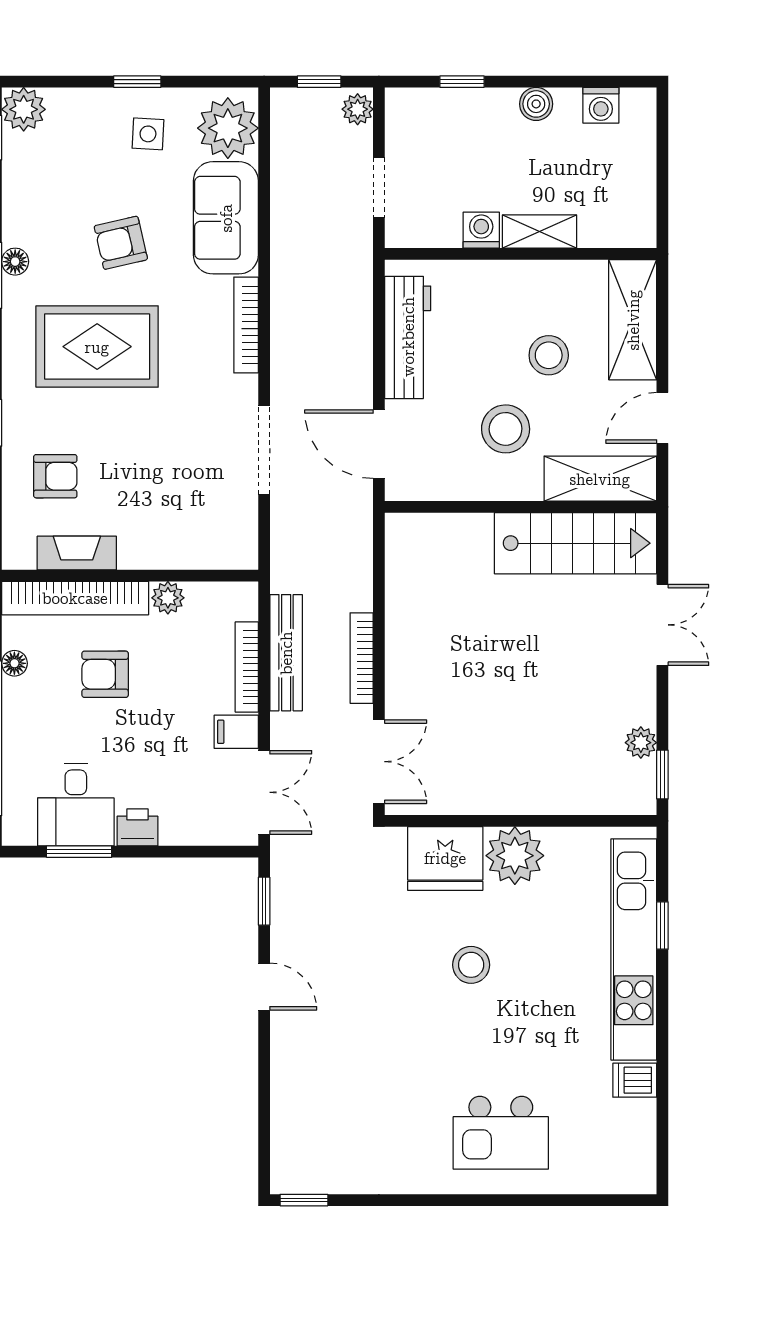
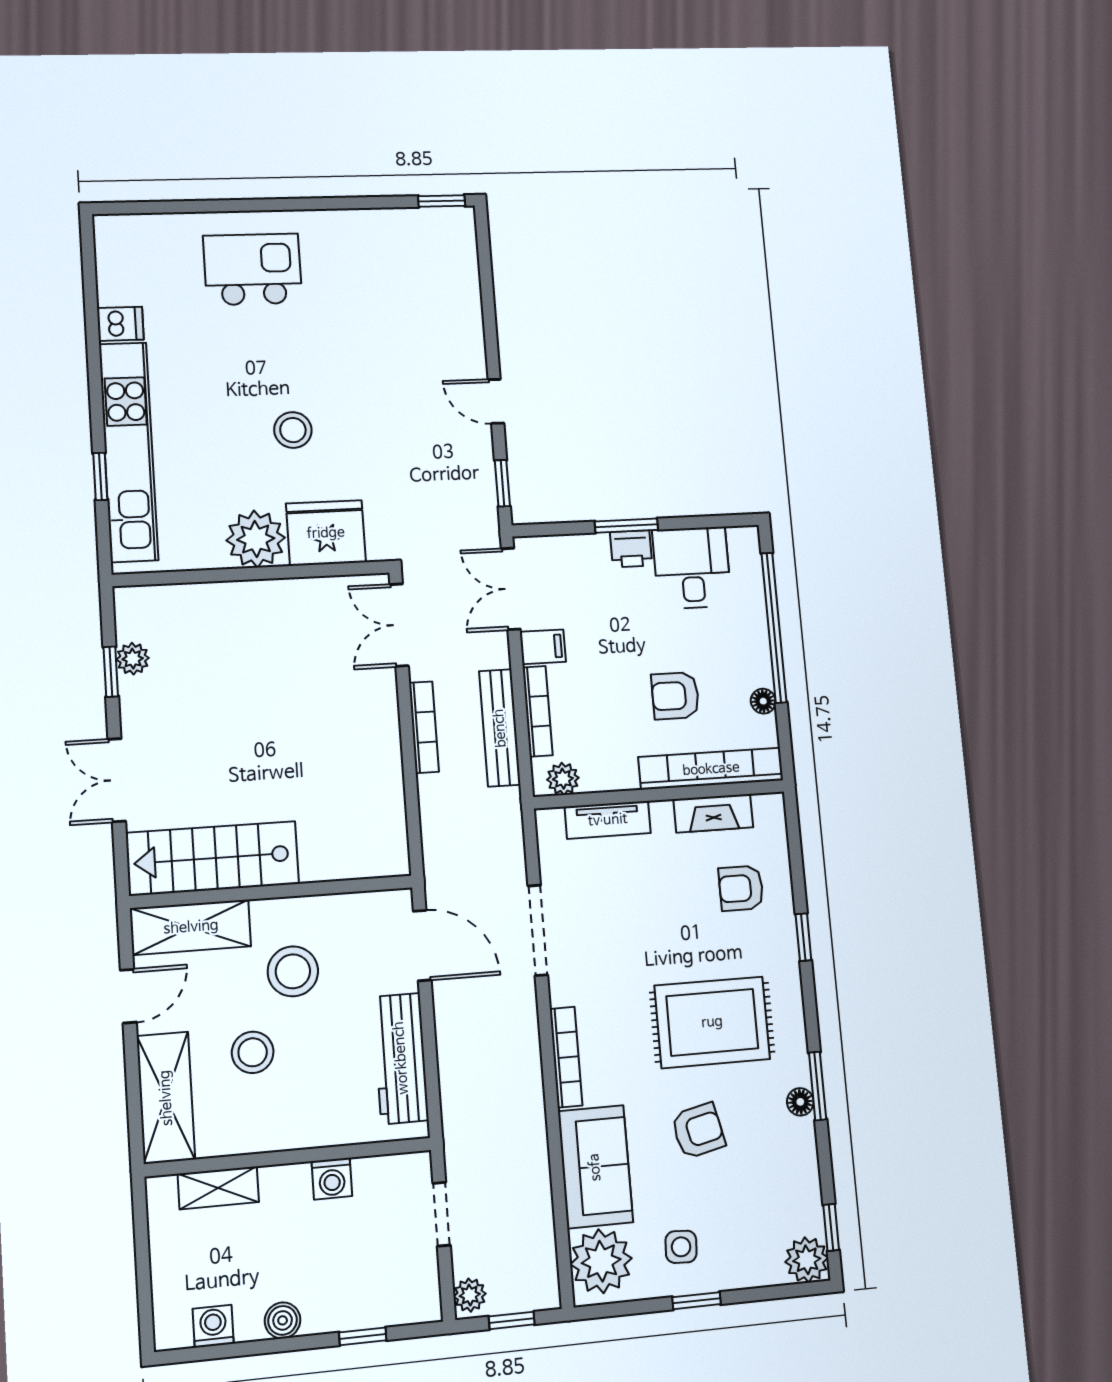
shelving: (539, 232) -> (218, 1188), moved
tv unit: (185, 554) -> (608, 820), added
plant: (168, 598) -> (563, 779), moved
armchair: (105, 674) -> (675, 696), turned 180
window: (662, 775) -> (111, 672), moved
window: (79, 852) -> (626, 526), moved

